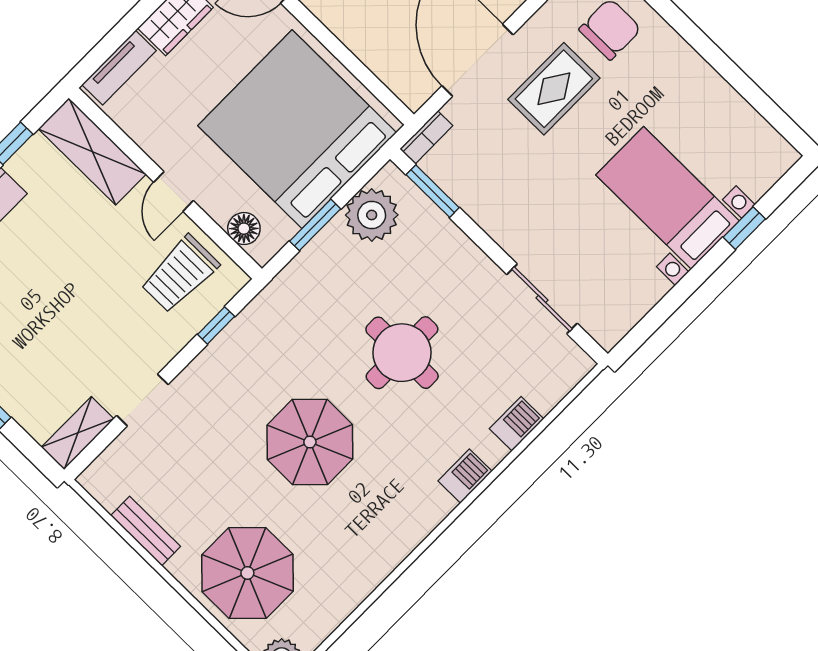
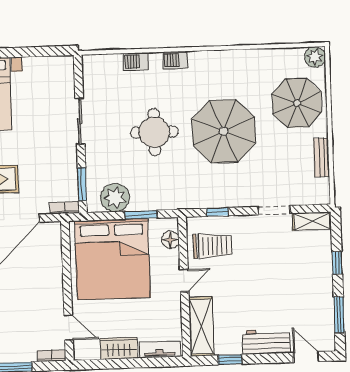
sliding door: (542, 299) -> (80, 121), moved
parasol: (310, 442) -> (224, 131), width x1.36, depth x1.36

